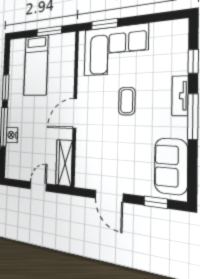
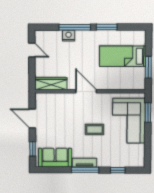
tv unit: (180, 96) -> (85, 163), moved
door: (38, 186) -> (32, 50), moved
door: (109, 196) -> (32, 118), hinge flipped

